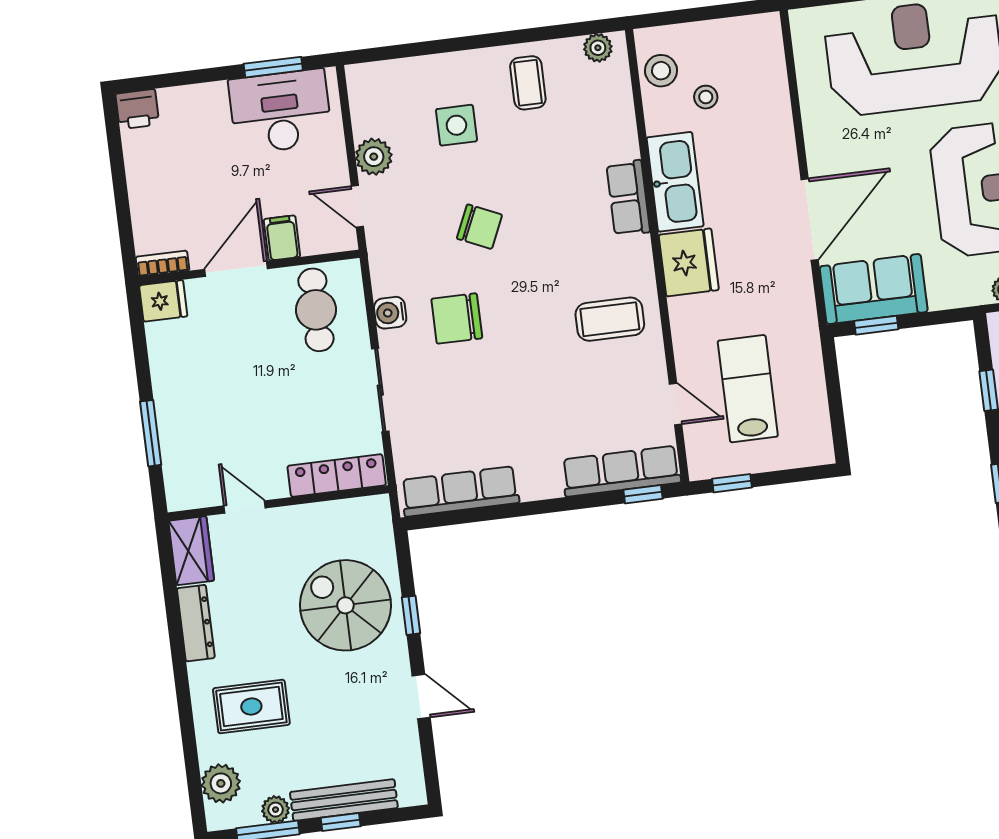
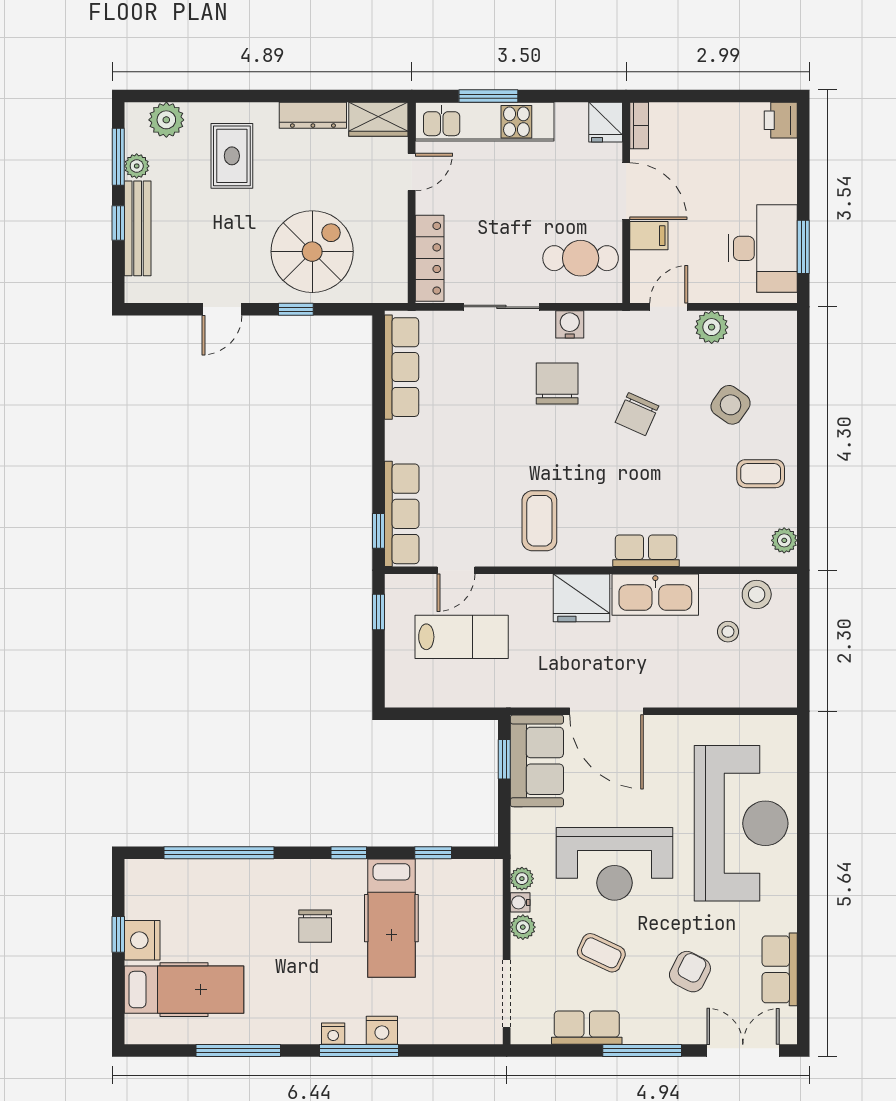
side table: (456, 125) -> (731, 405), turned 35
kitchen unit: (179, 434) -> (485, 122), added

